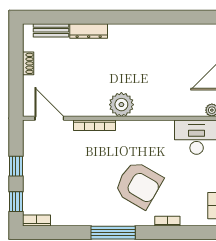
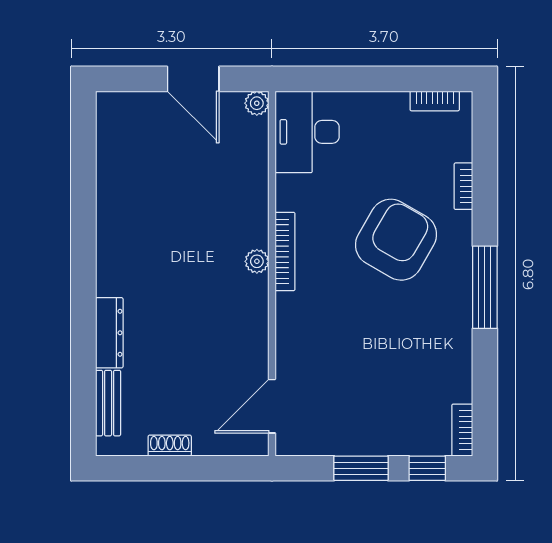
plant: (121, 105) -> (257, 261), width x0.53, depth x0.53
bookcase: (94, 125) -> (285, 251), moved
window: (16, 166) -> (361, 468), width x1.50

